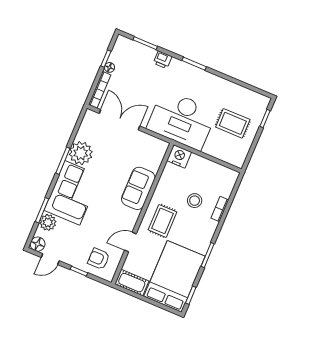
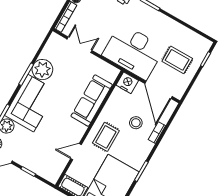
double door: (119, 120) -> (79, 45), width x0.73
door: (216, 160) -> (159, 90), added
sofa: (138, 188) -> (92, 101), width x1.36
armchair: (99, 259) -> (47, 163), removed

